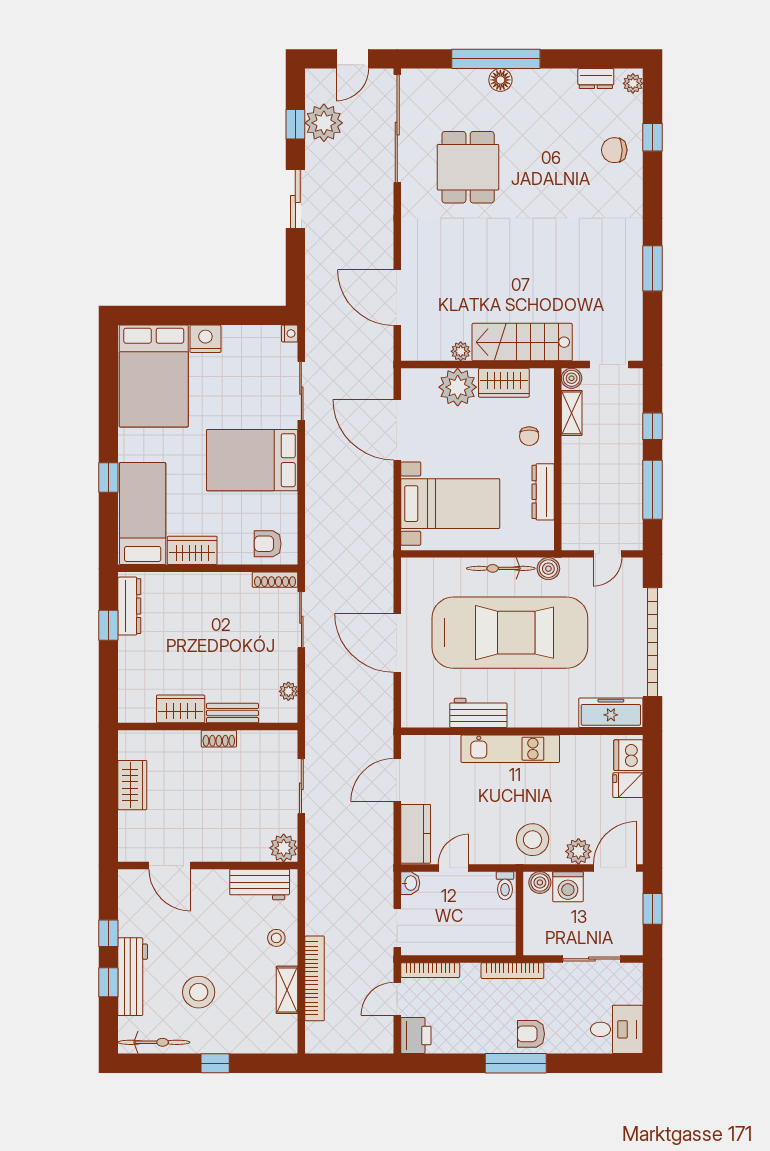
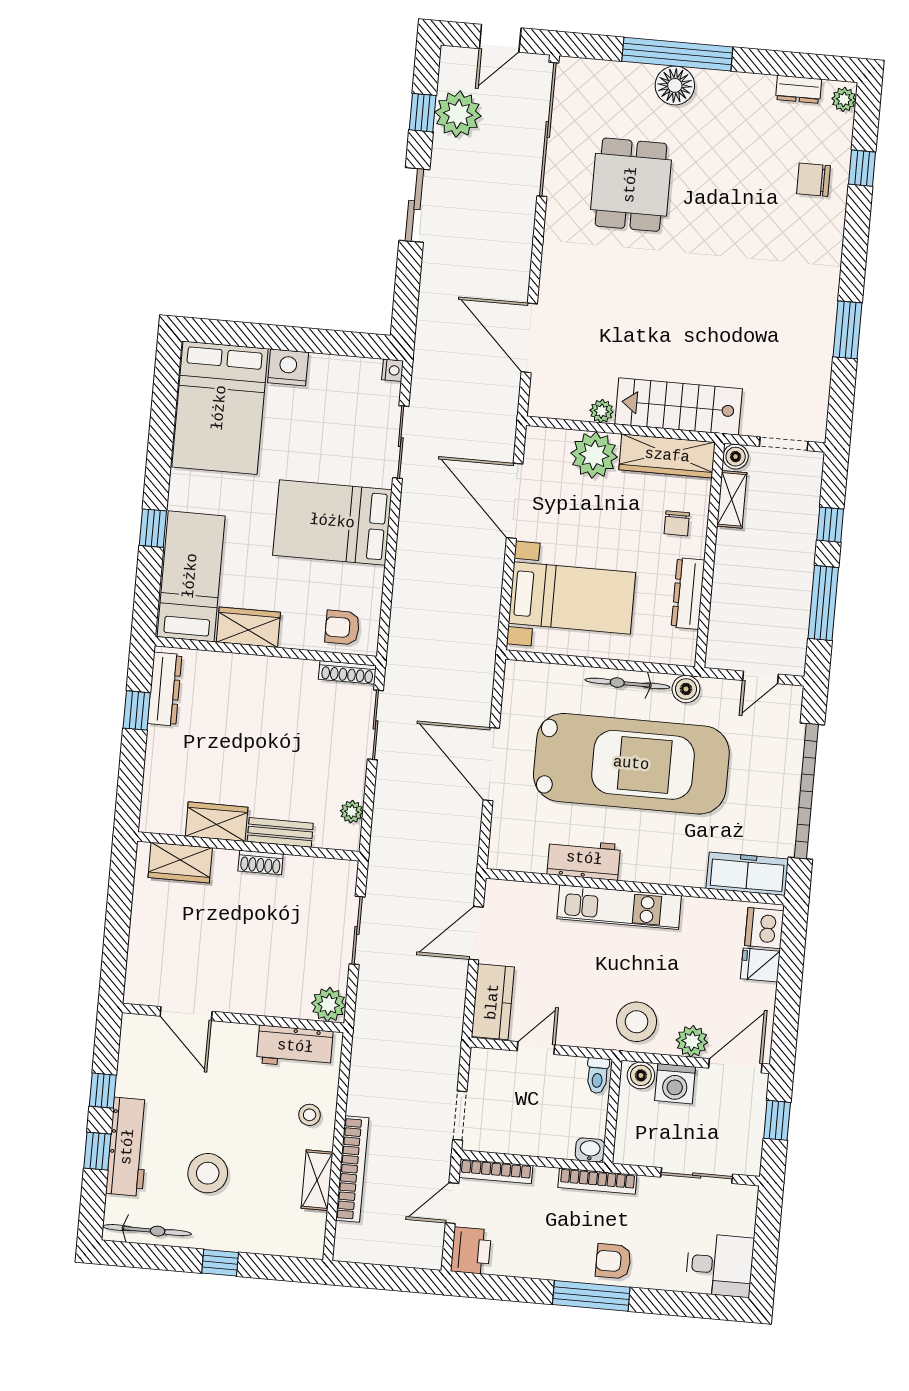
floor lamp: (500, 80) -> (675, 85), width x1.38, depth x1.38
wardrobe: (504, 383) -> (667, 456), width x1.50
wardrobe: (132, 785) -> (180, 863), moved, turned 90
washbasin: (410, 883) -> (590, 1150), moved, turned -90

